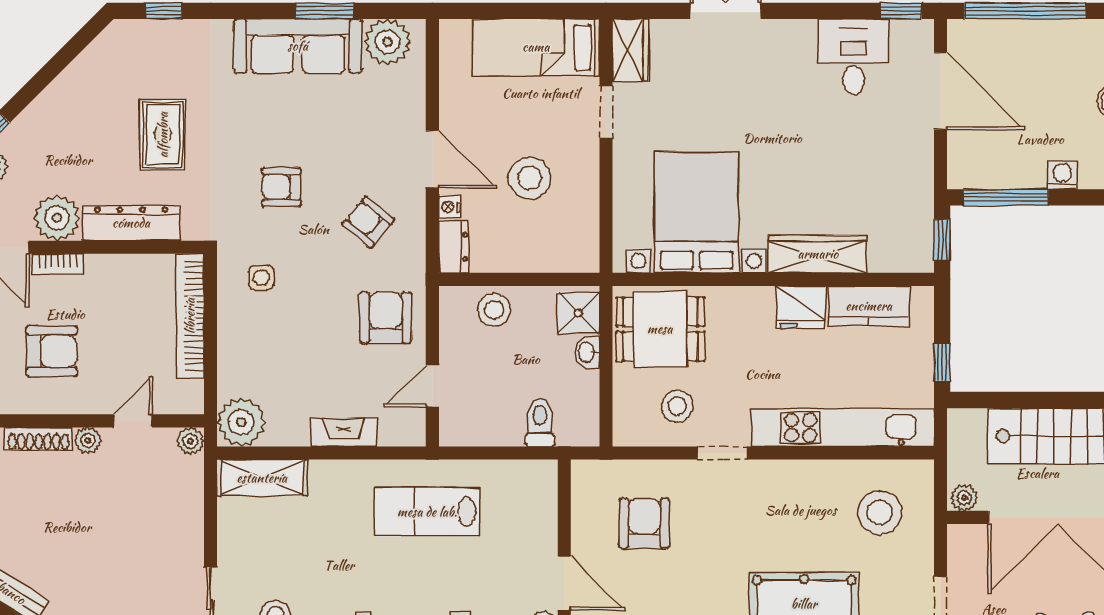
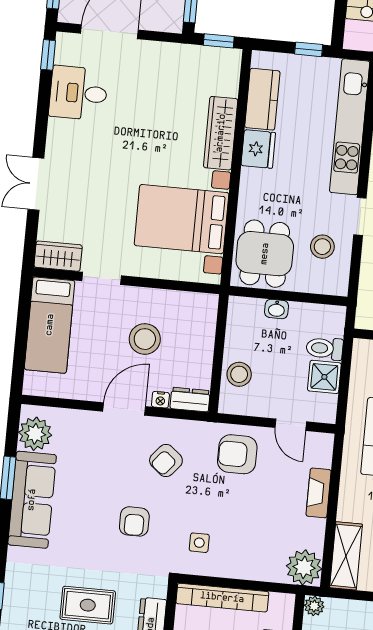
shower: (578, 313) -> (324, 377), moved

